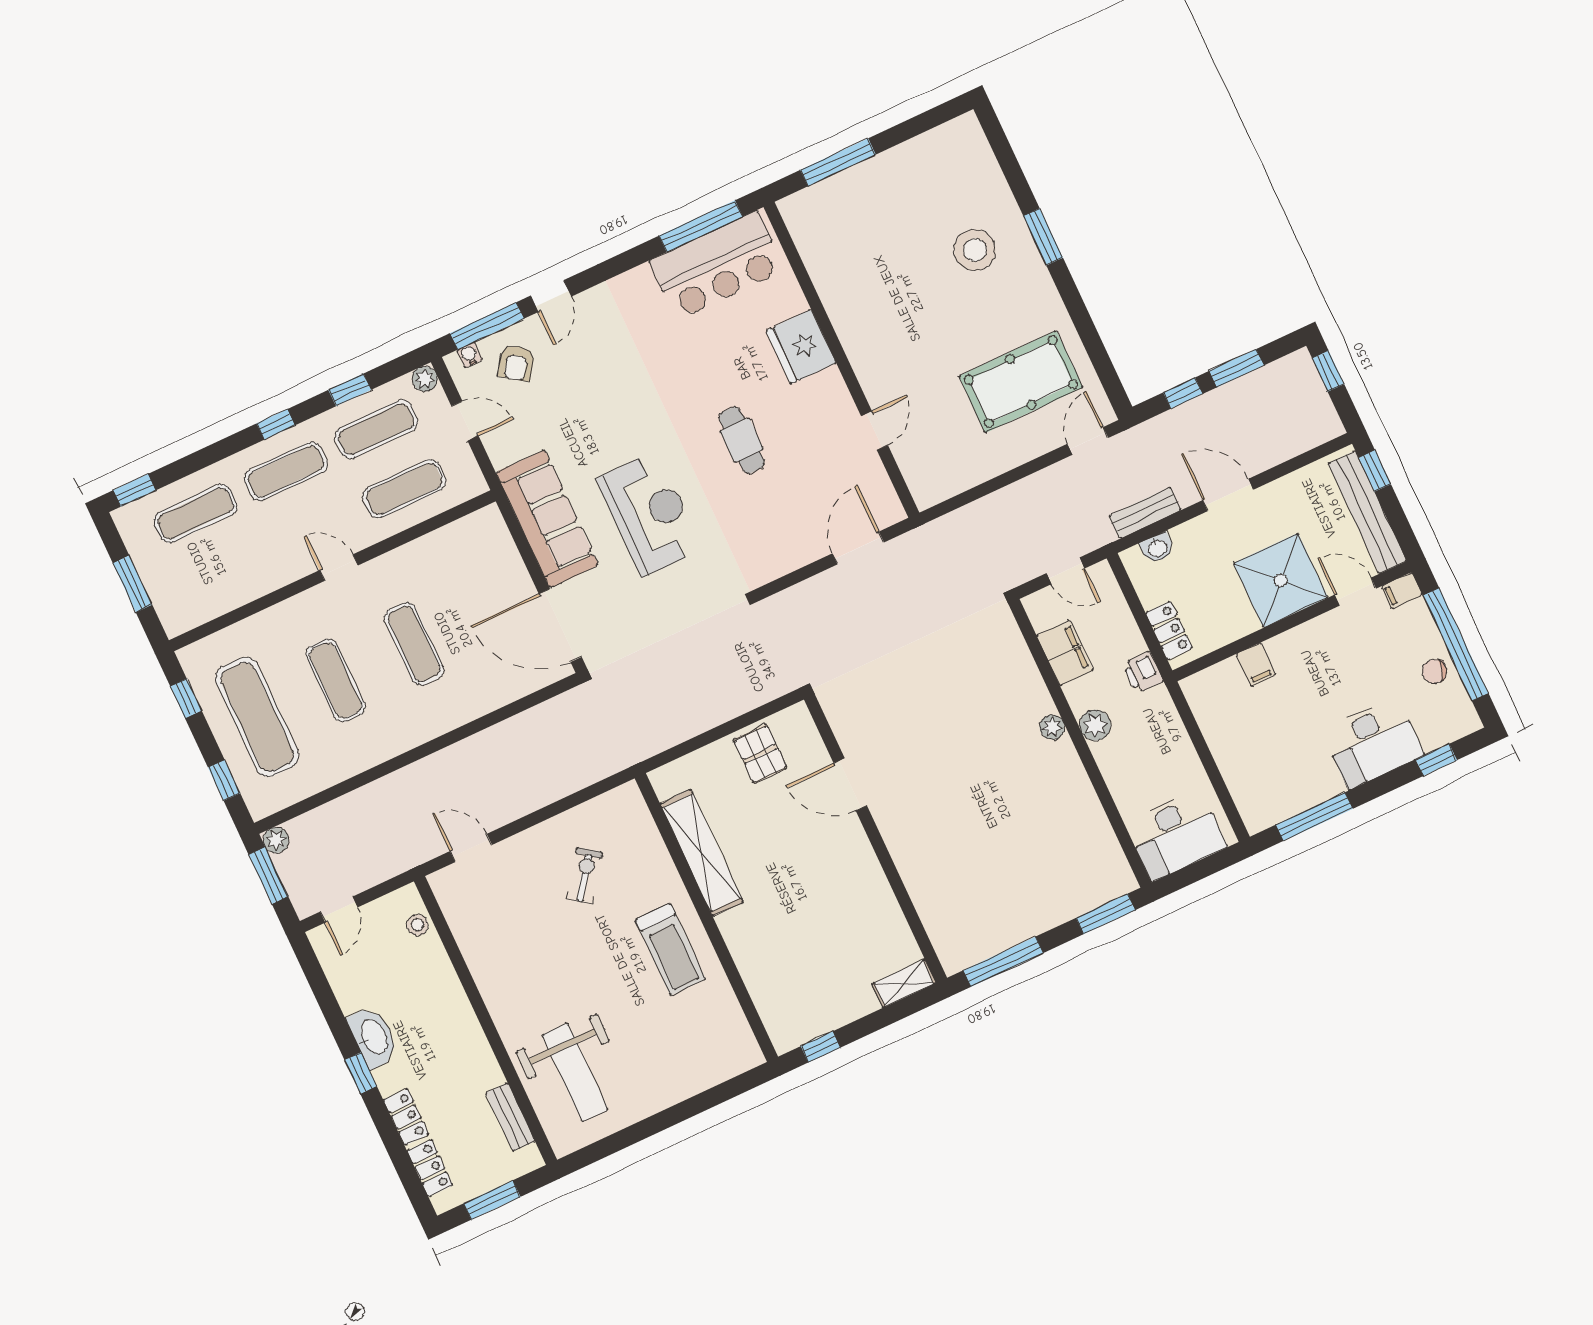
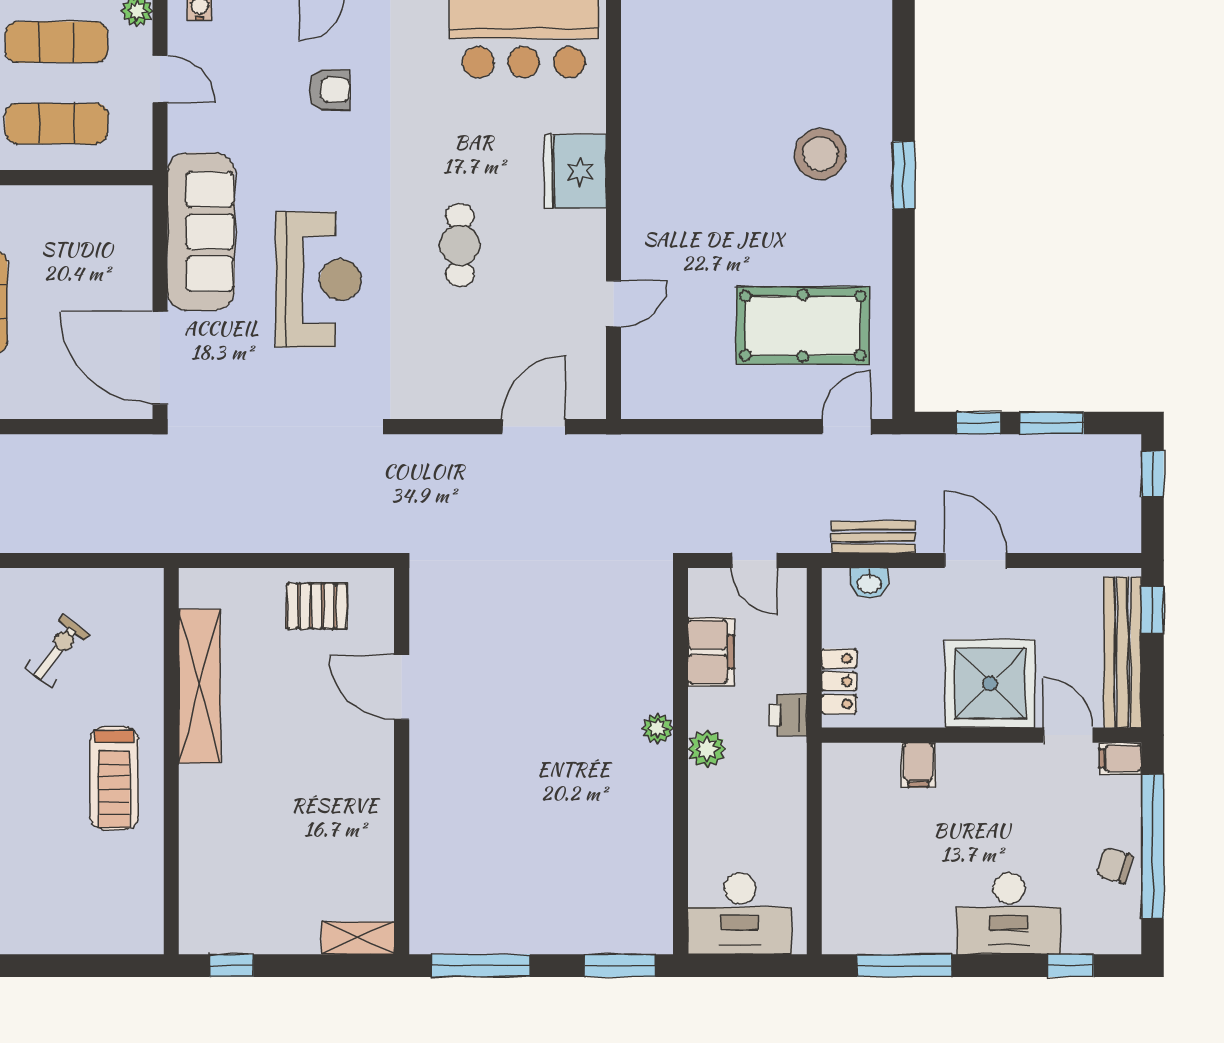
armchair: (516, 363) -> (329, 90), moved, turned -125
pallet: (760, 754) -> (317, 606), turned 90

